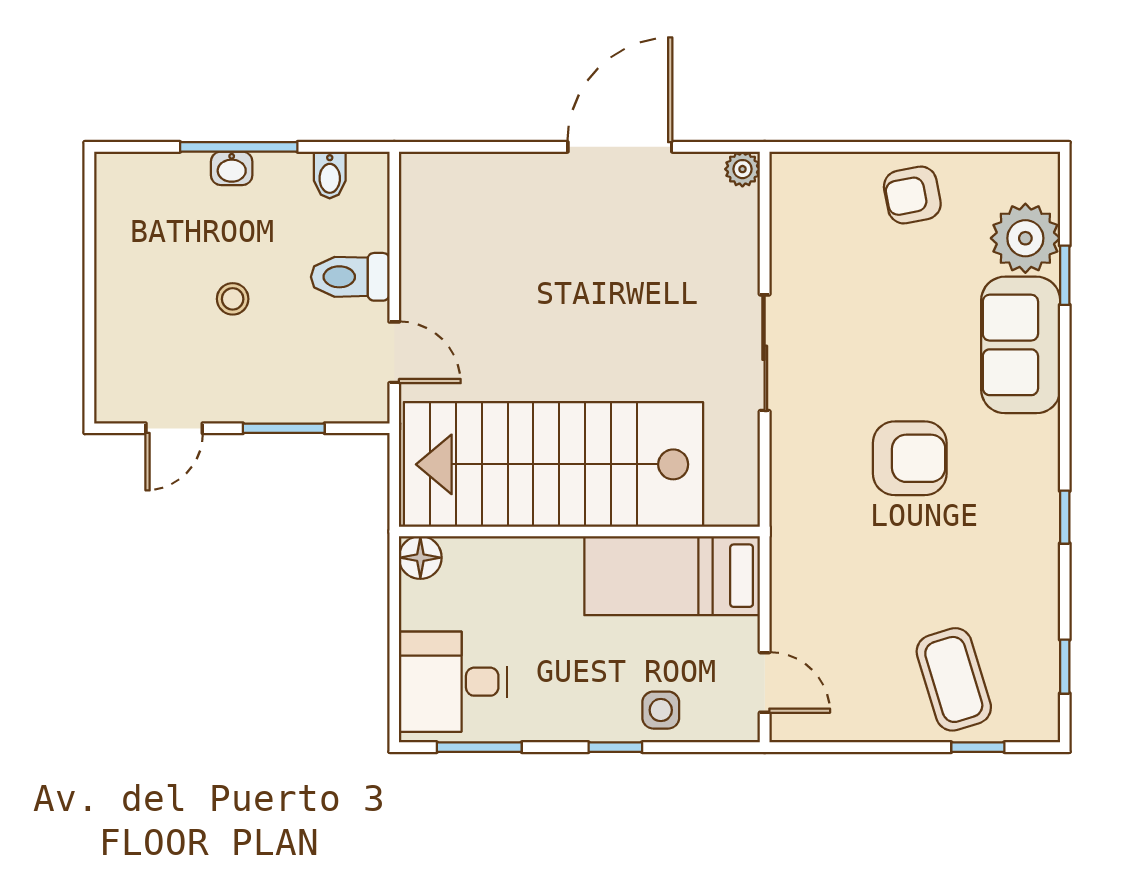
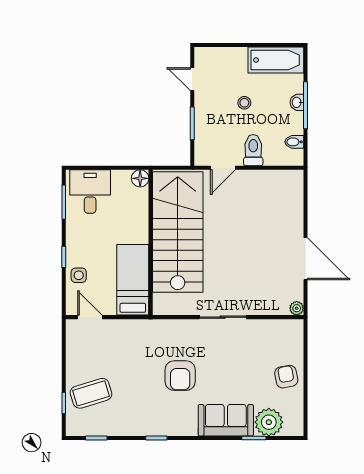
bathtub: (126, 220) -> (276, 60), added
door: (765, 682) -> (90, 317), swing flipped

